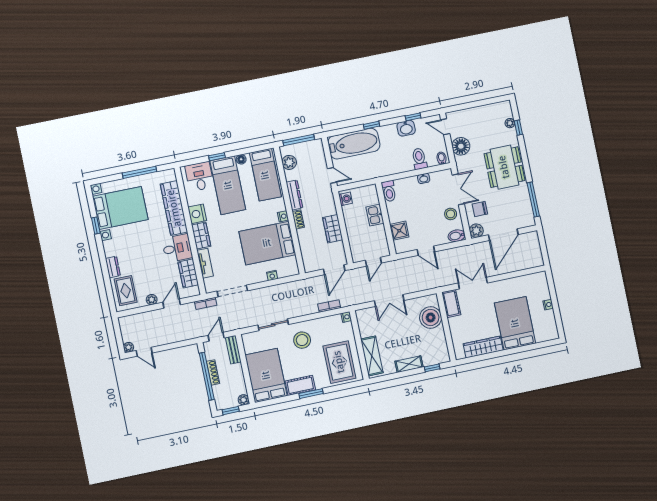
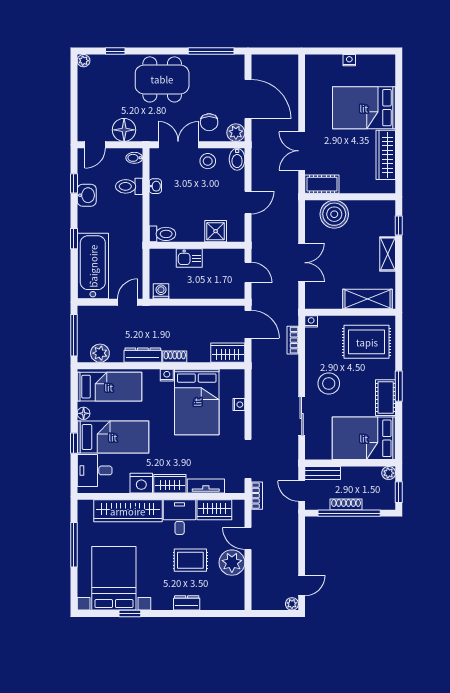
plant: (510, 123) -> (84, 61), moved
wardrobe: (333, 229) -> (228, 353), moved, turned 180
rug: (126, 291) -> (190, 560), moved
plant: (152, 300) -> (232, 563), width x1.88, depth x1.88

